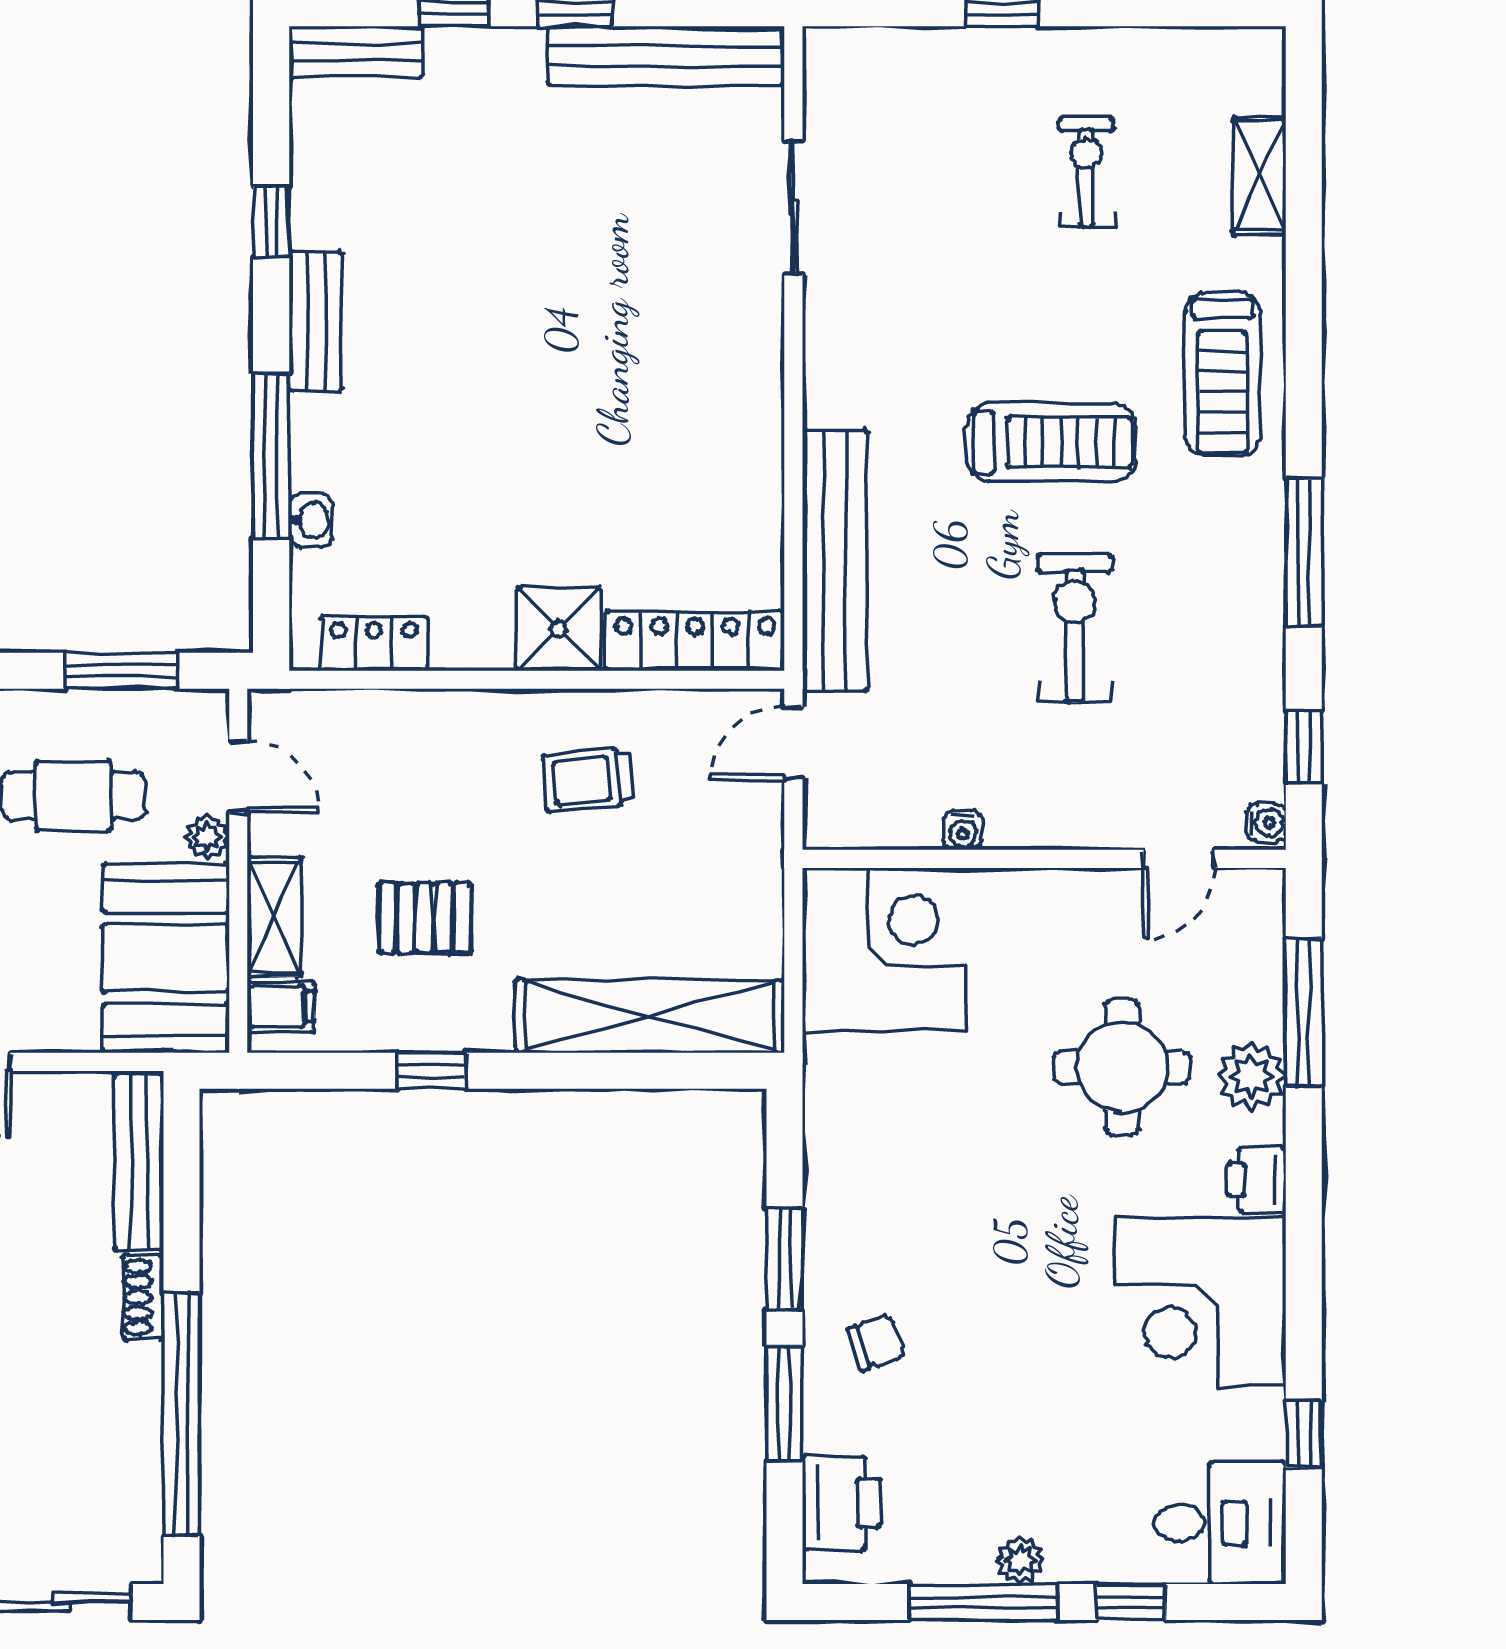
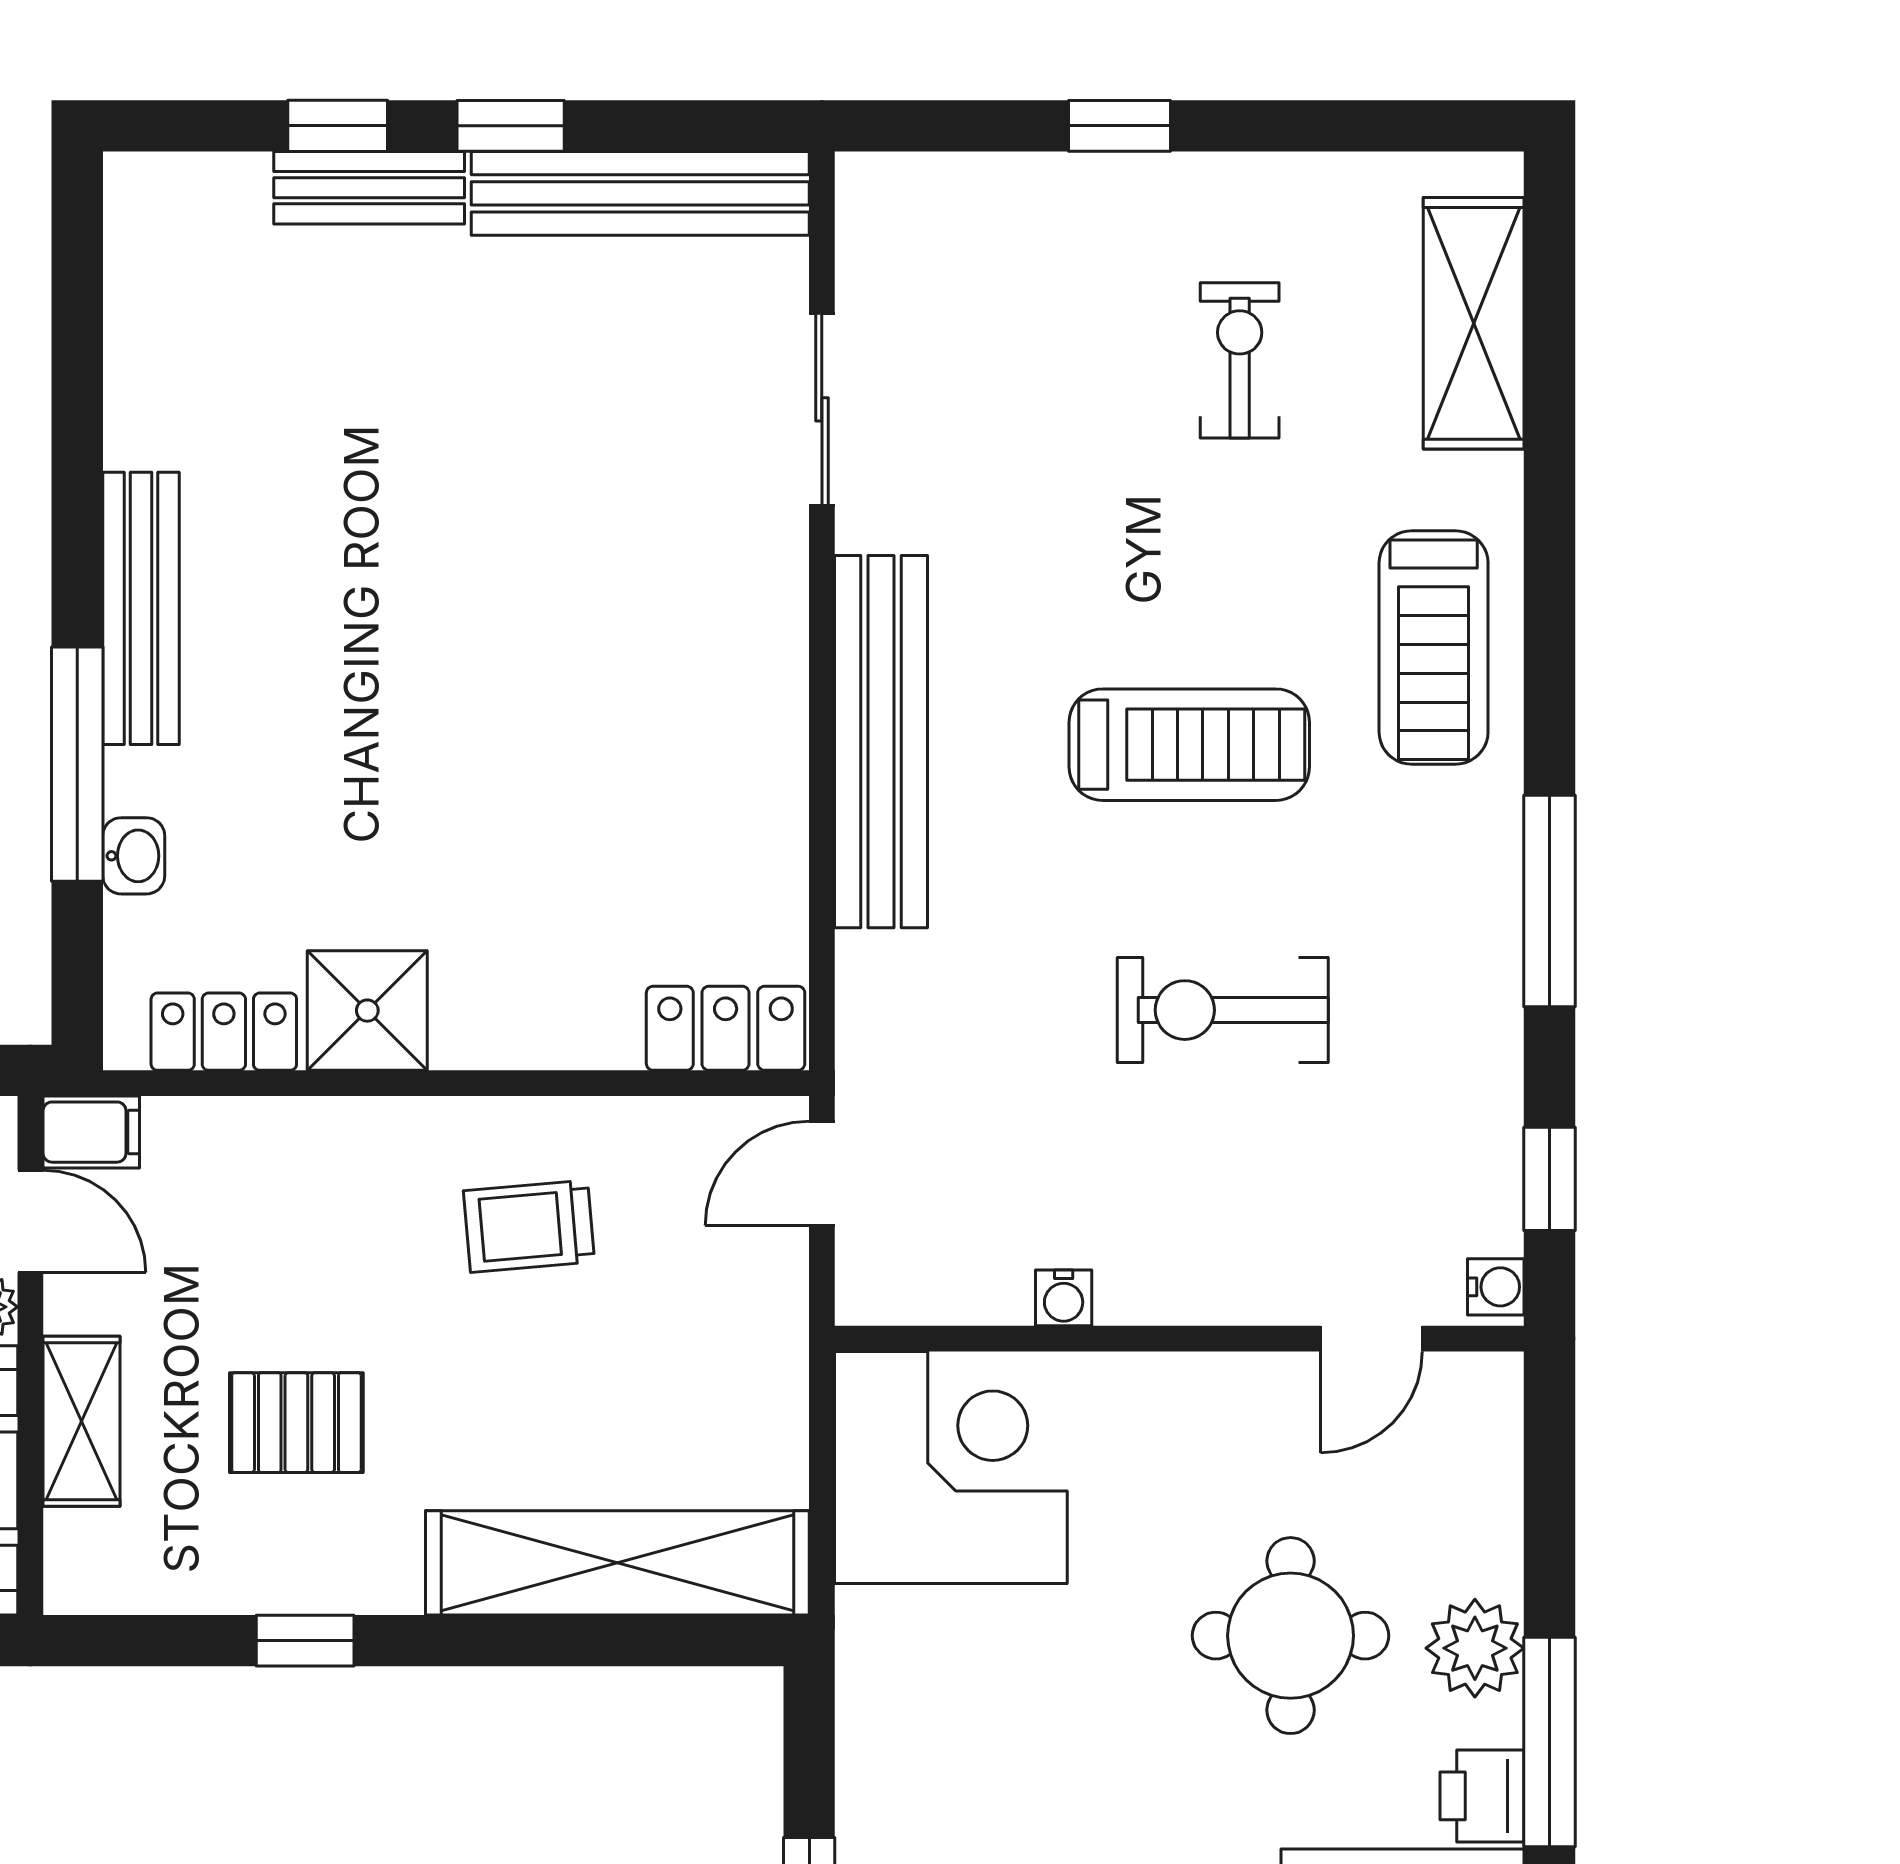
bench: (356, 52) -> (369, 188), moved
shelving: (1259, 176) -> (1474, 323), width x1.50, depth x1.33
window: (271, 222) -> (77, 430), removed
bench: (316, 321) -> (141, 608), width x1.36
bench: (835, 561) -> (881, 742), moved
exercise bike: (1075, 628) -> (1223, 1010), turned -90
shower: (559, 629) -> (367, 1011), moved
locker: (695, 641) -> (726, 1028), width x0.66
filing cabinet: (281, 1007) -> (91, 1132), moved
window: (1304, 1013) -> (1550, 1742), moved

